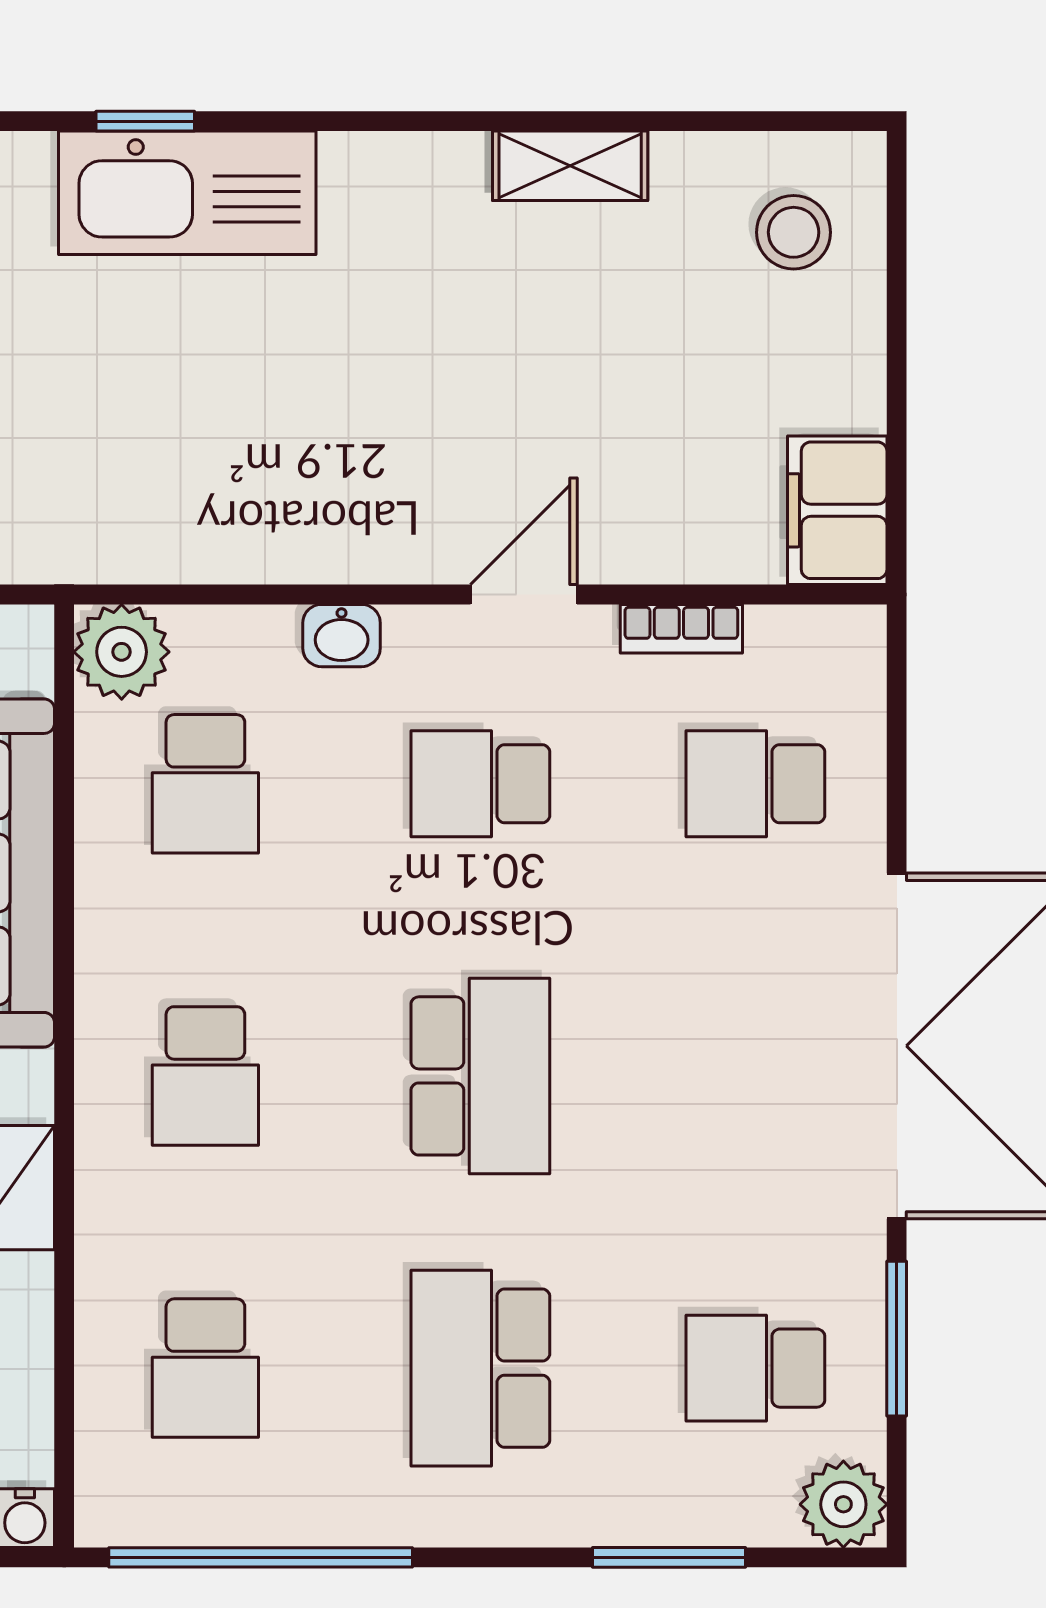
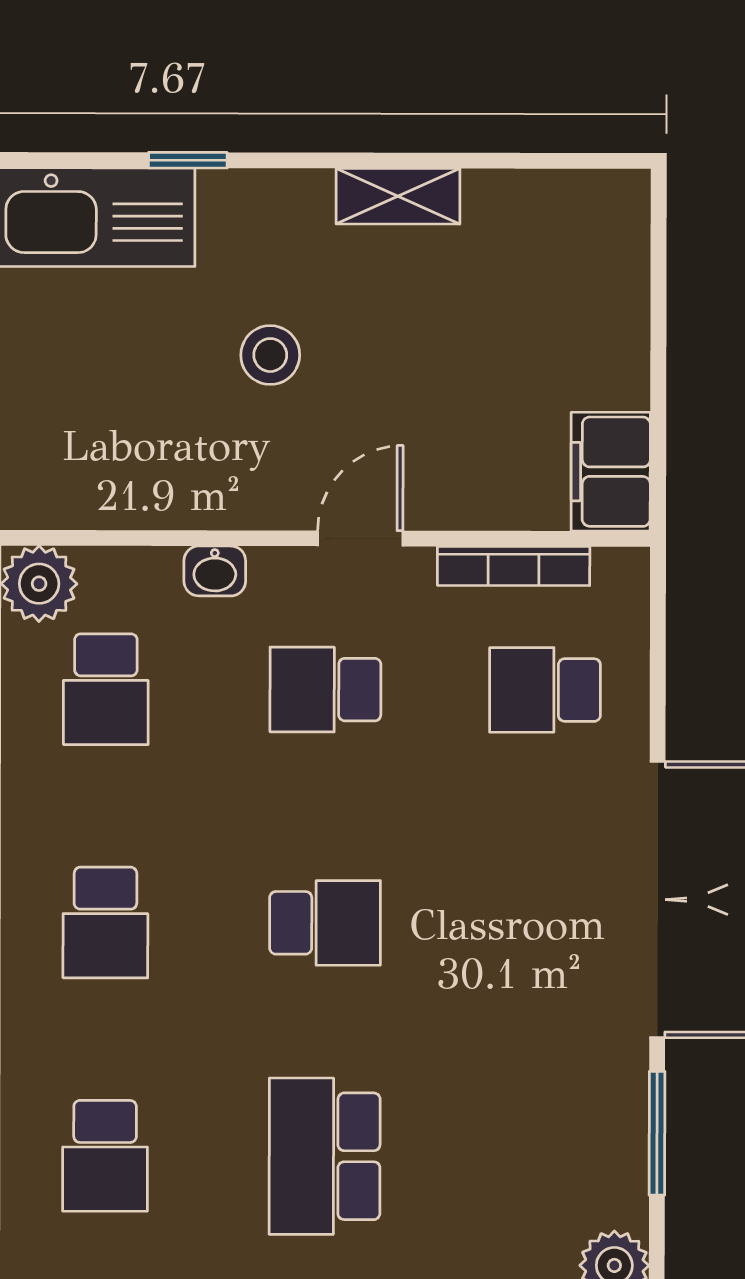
window: (145, 121) -> (188, 160), moved
stool: (794, 232) -> (270, 355), moved
bookcase: (681, 629) -> (514, 566), width x1.56
school desk: (480, 1076) -> (325, 923), width x0.54
school desk: (755, 1368) -> (544, 1157), removed

